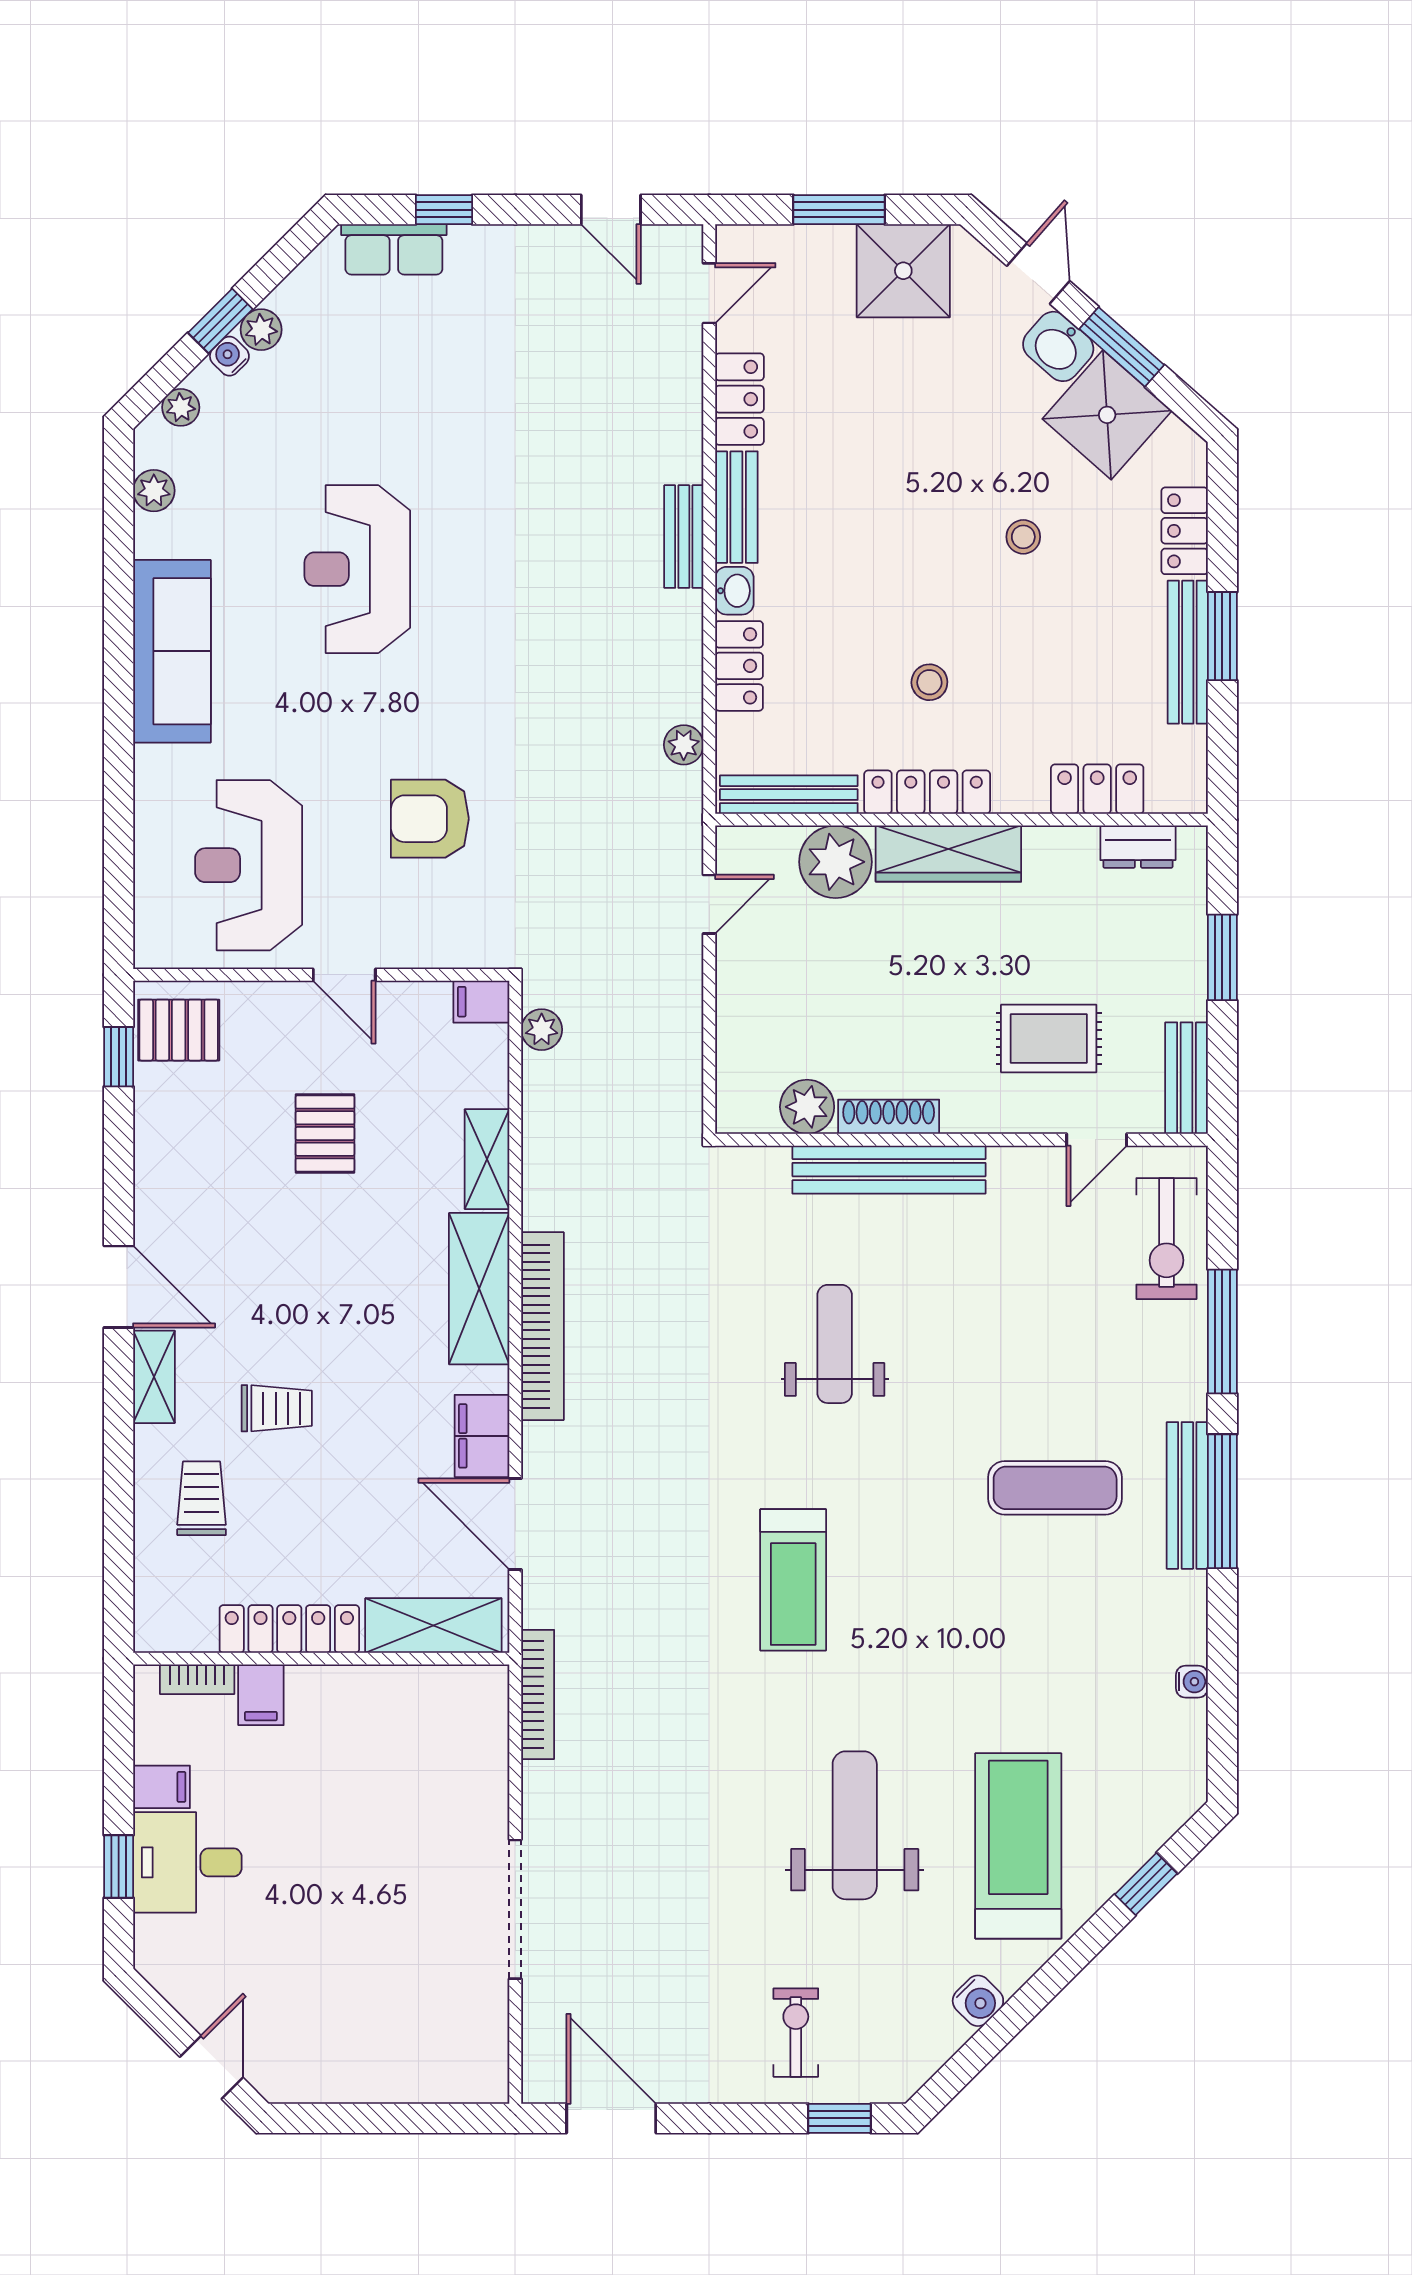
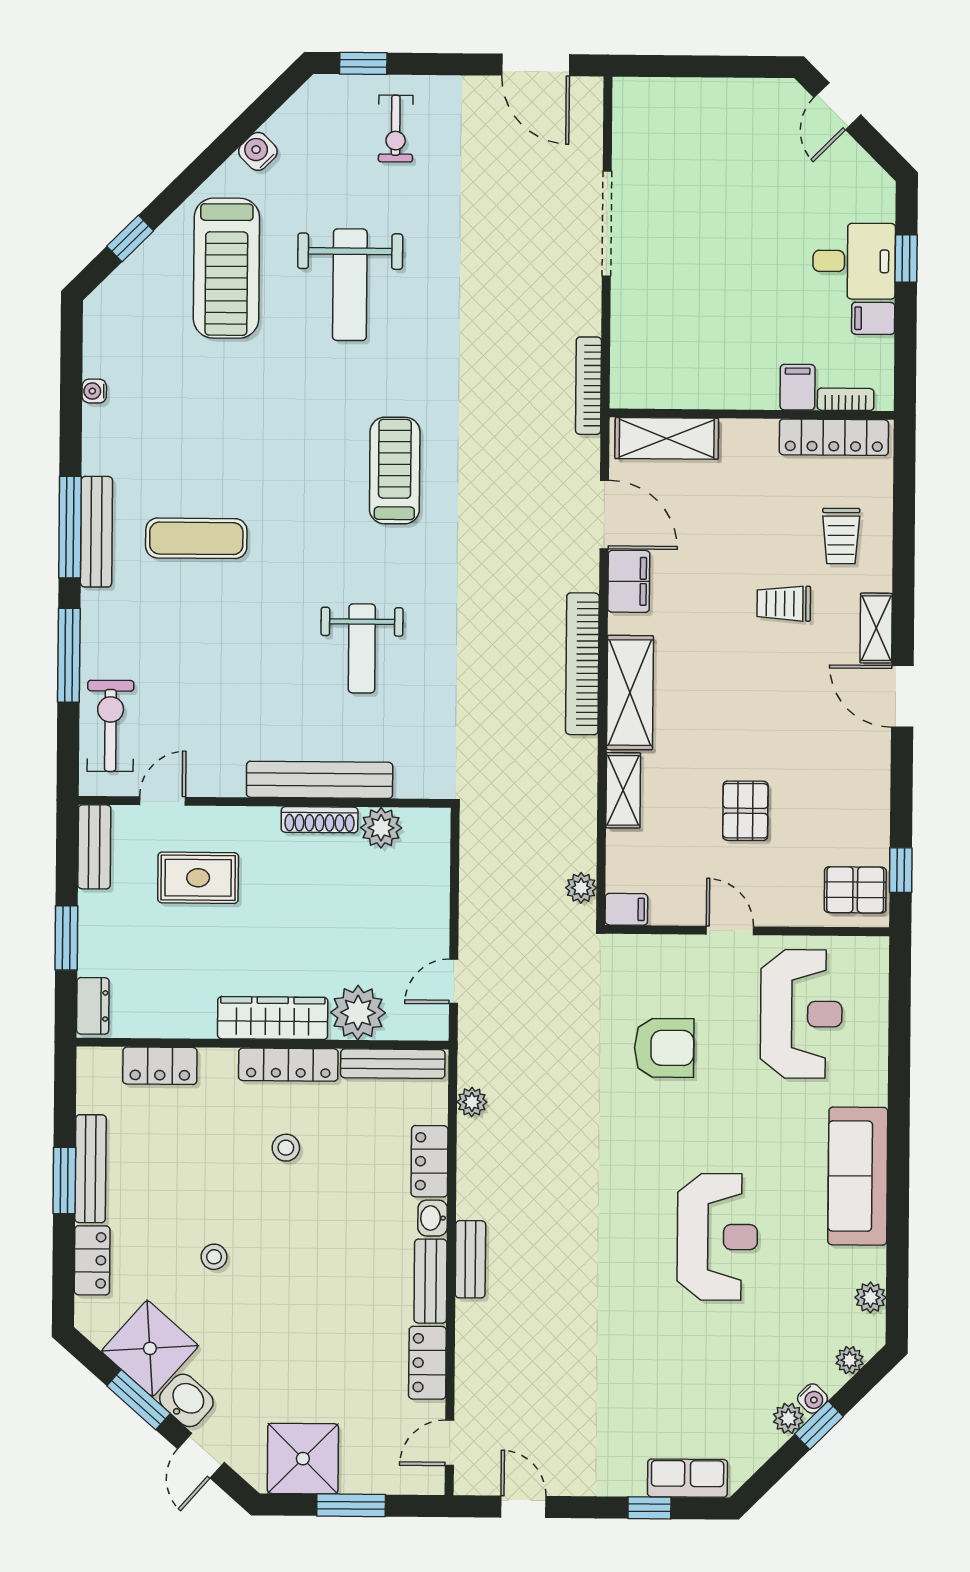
dresser: (1138, 847) -> (93, 1006), moved, turned 90
locker: (289, 1629) -> (834, 437), moved

